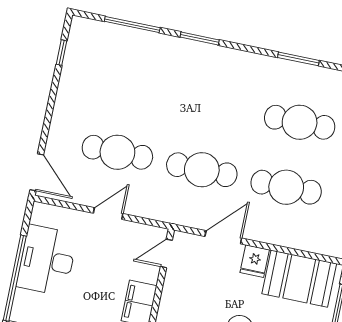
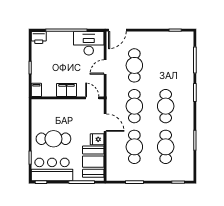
cafe table: (215, 105) -> (166, 106), added
door: (108, 213) -> (105, 67), swing flipped
desk: (47, 260) -> (89, 43), moved

